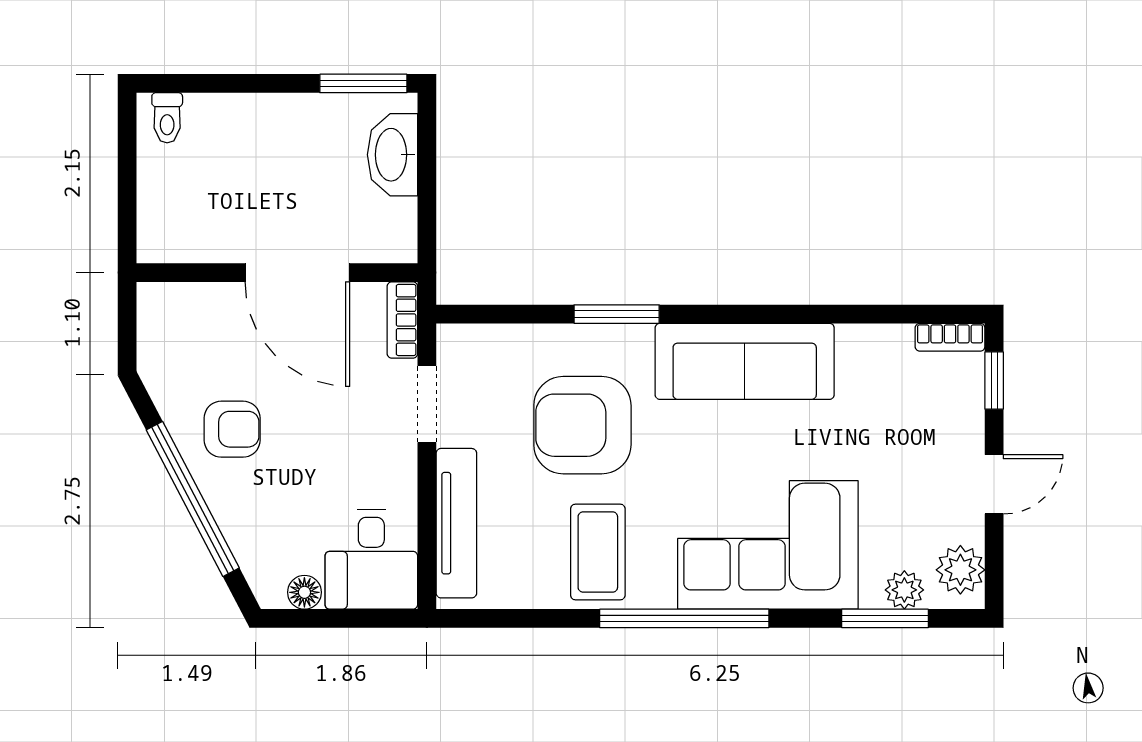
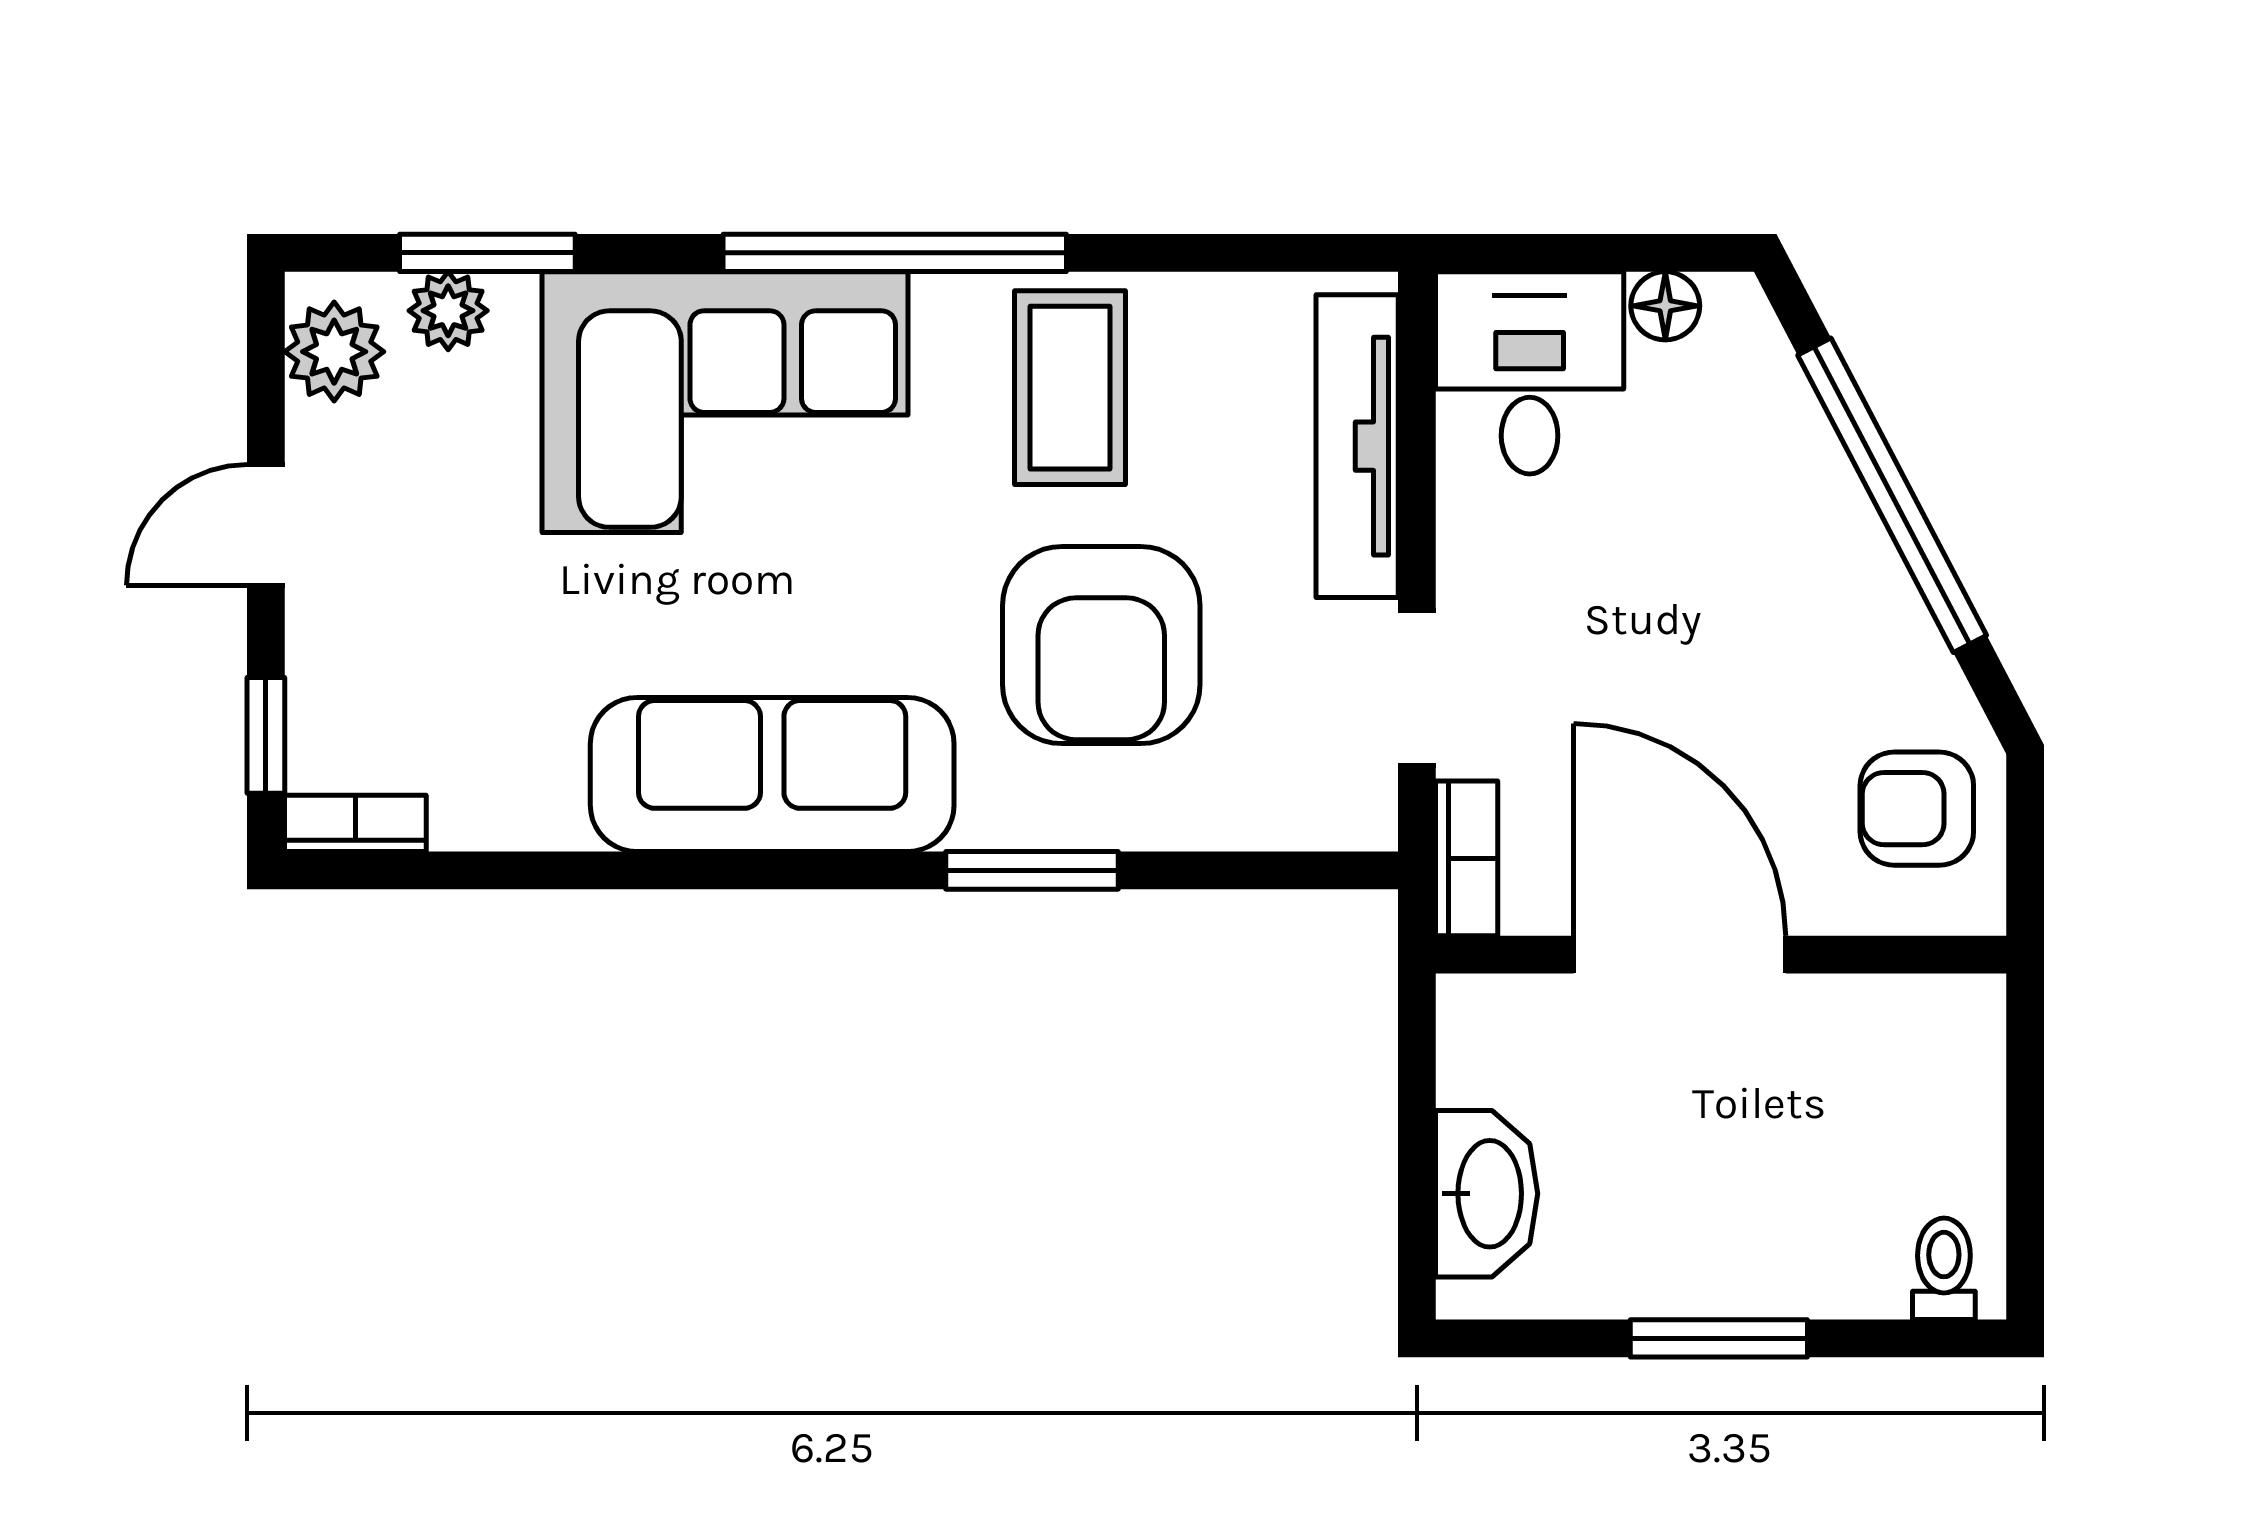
window: (363, 83) -> (1719, 1338), moved
armchair: (582, 425) -> (1101, 645), turned 90
armchair: (232, 429) -> (1917, 809), moved

